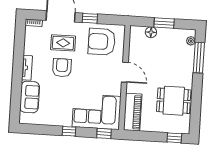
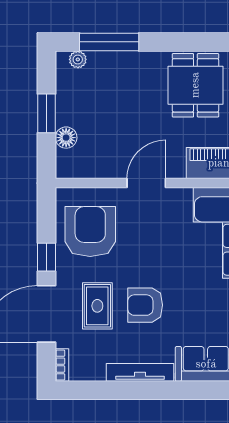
armchair: (102, 42) -> (90, 231), turned 180
tv unit: (27, 68) -> (140, 372), width x1.41

